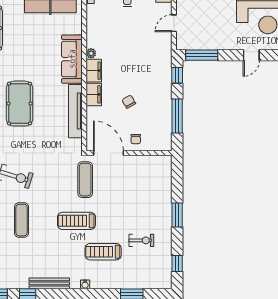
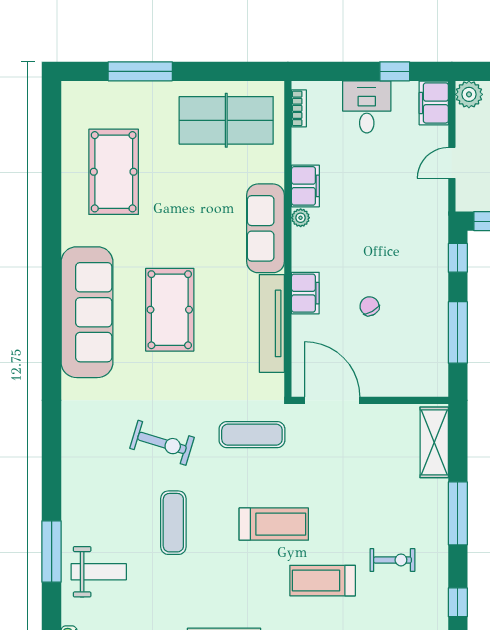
filing cabinet: (94, 71) -> (305, 186), moved
chair: (136, 139) -> (382, 375), removed
shelving: (164, 176) -> (434, 442), added
exercise mat: (85, 180) -> (252, 435), moved, turned 90
window: (177, 215) -> (458, 513), width x1.44
treadmill: (76, 221) -> (274, 524), turned 180

